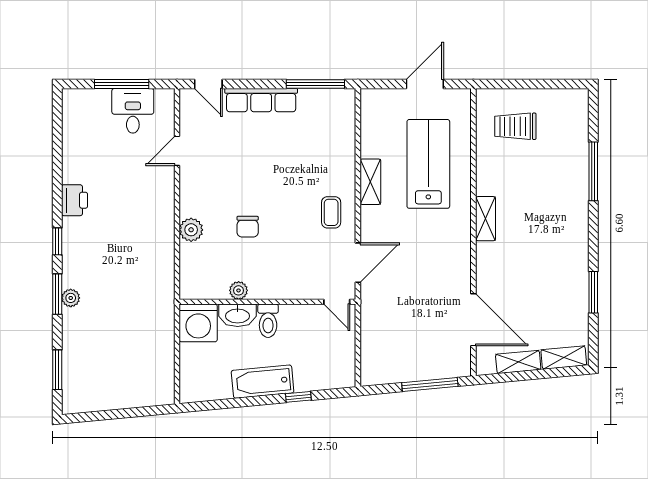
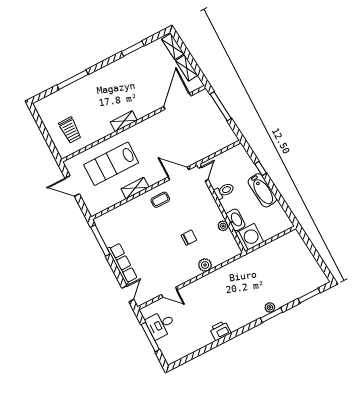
window: (57, 241) -> (245, 329), removed
toilet: (268, 321) -> (224, 191), moved

